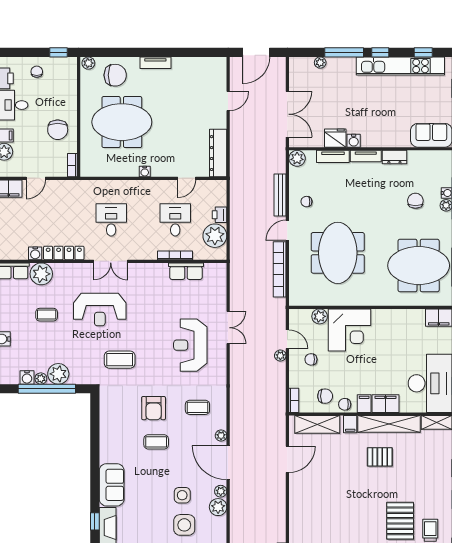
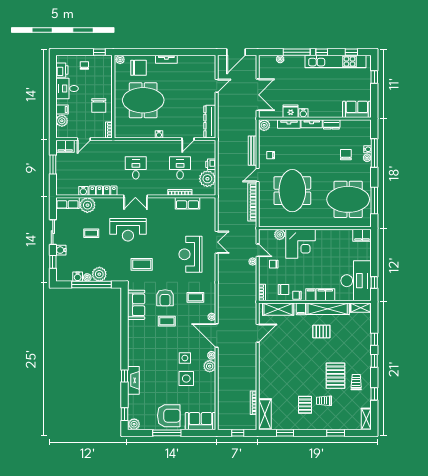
sofa: (112, 485) -> (136, 305), moved

